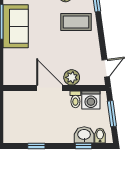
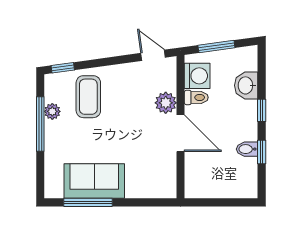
door: (50, 88) -> (181, 133), swing flipped
bidet: (100, 136) -> (247, 149), moved
window: (84, 146) -> (262, 110), moved

